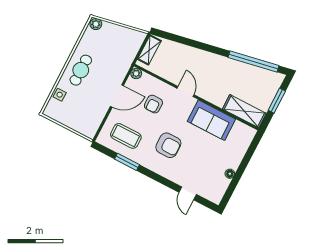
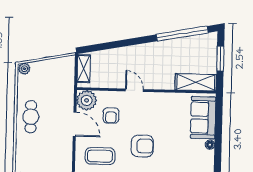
plant: (136, 73) -> (87, 100), width x1.87, depth x1.87
side table: (60, 95) -> (23, 148), removed
door: (117, 96) -> (75, 124), hinge flipped
sofa: (211, 120) -> (203, 118), moved, turned 90

